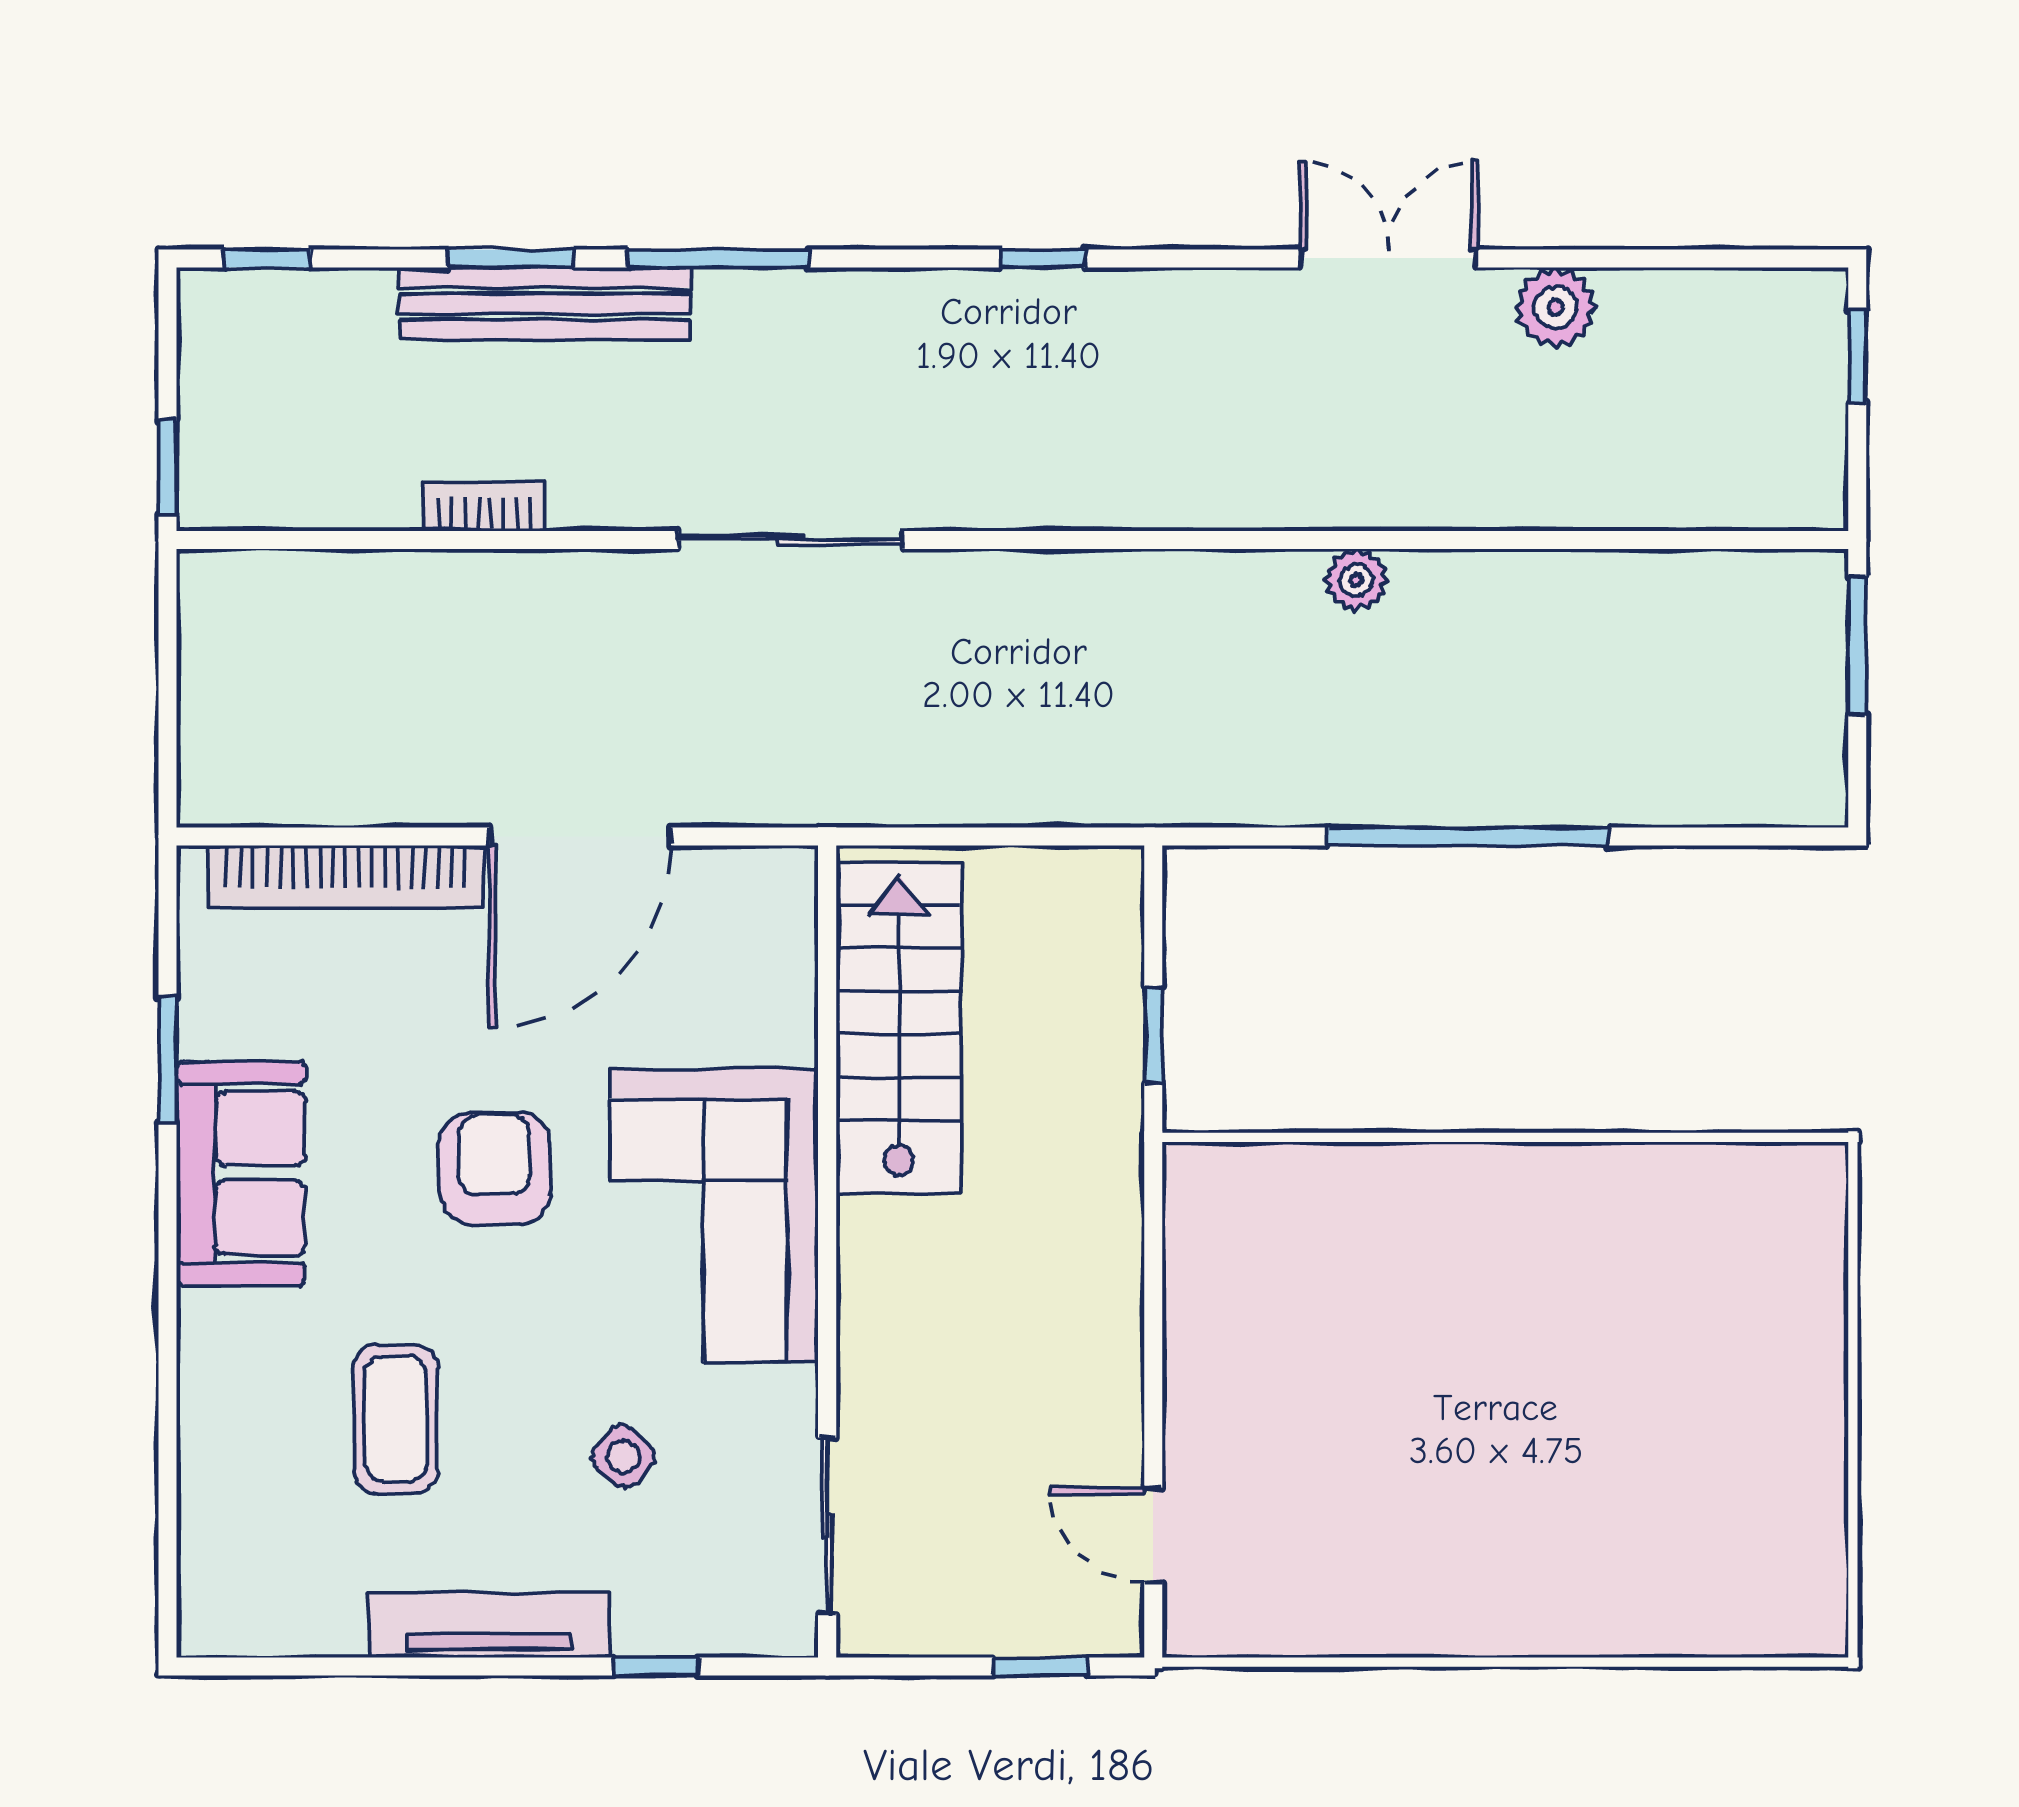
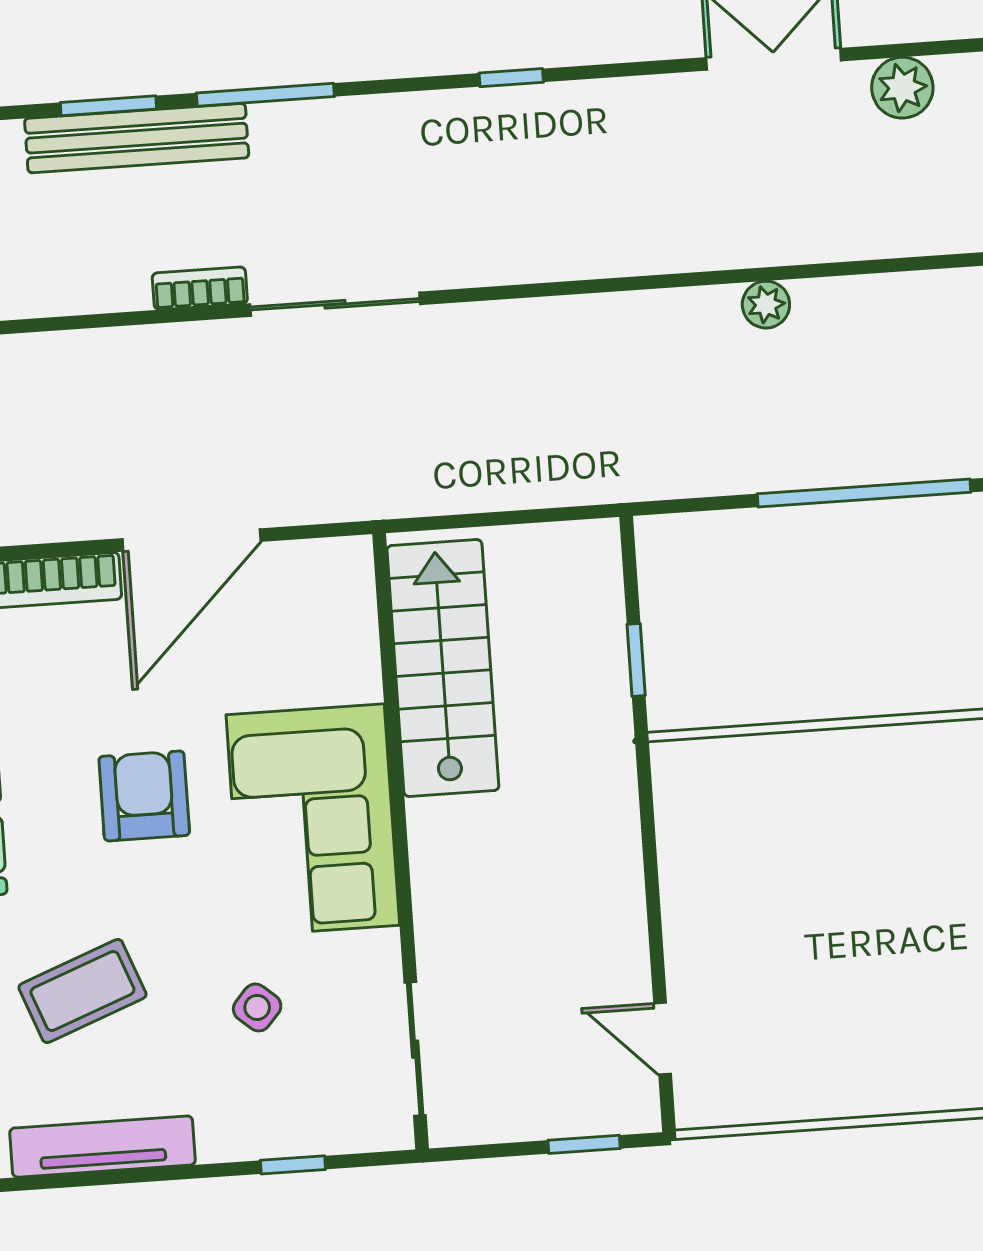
bookcase: (484, 507) -> (200, 288), moved
coffee table: (396, 1419) -> (82, 991), turned 69
tv unit: (489, 1625) -> (102, 1147), moved

